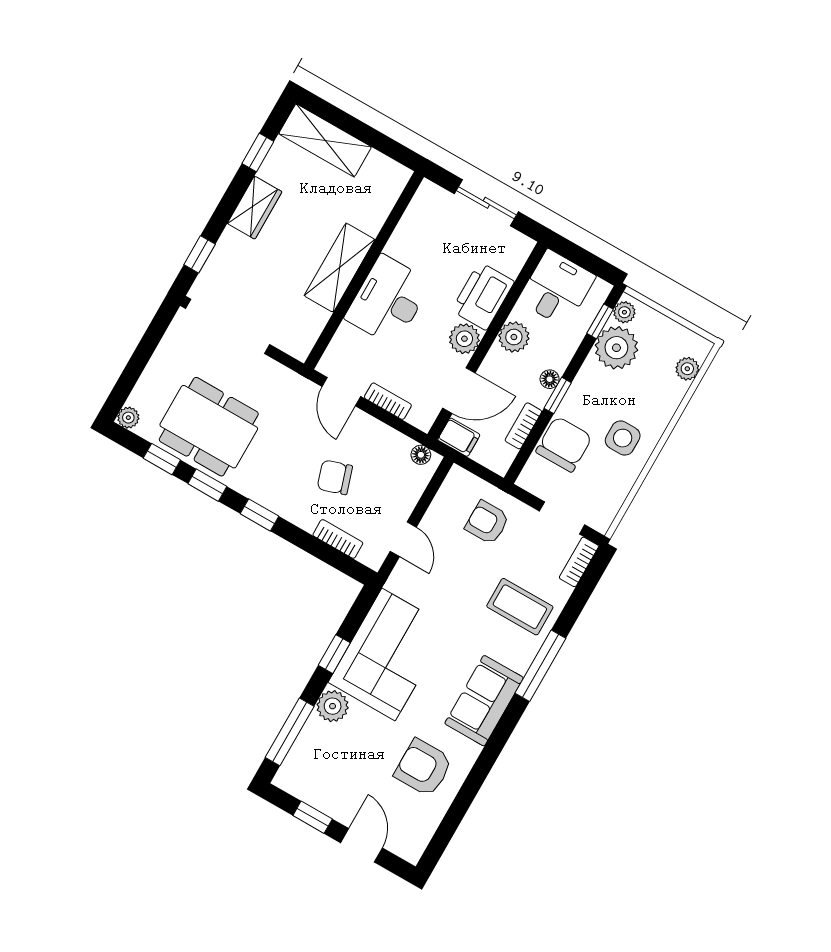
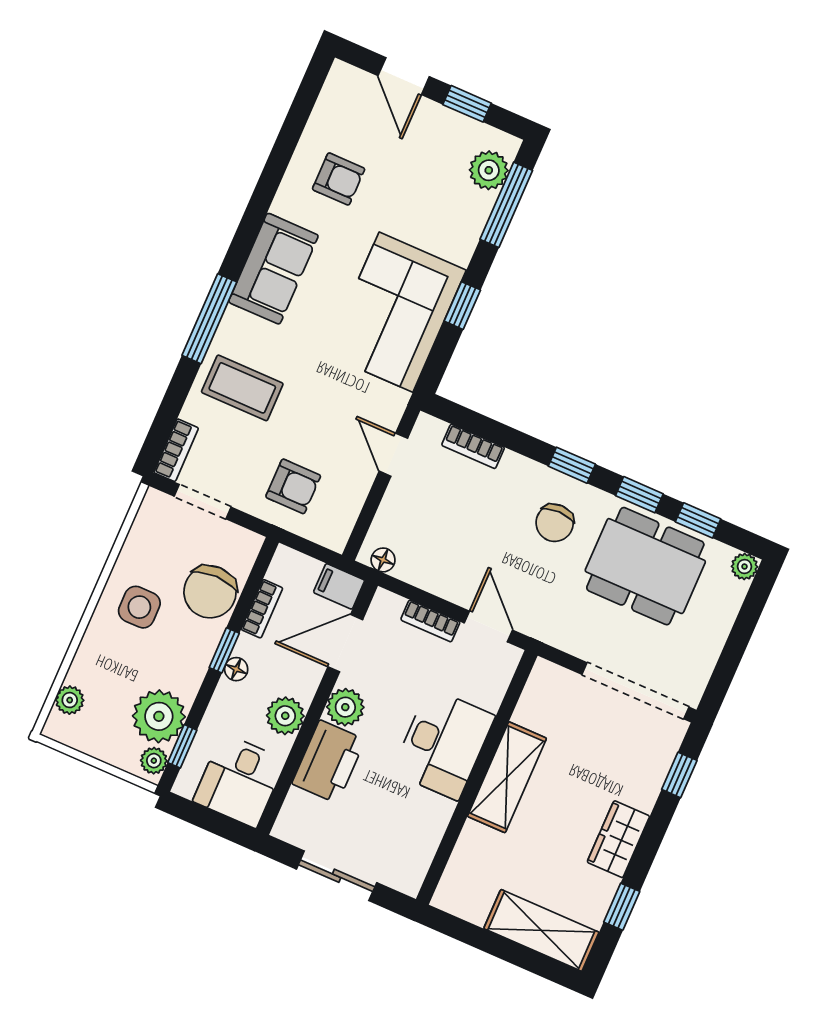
chair: (335, 477) -> (555, 523), moved, turned 108
plant: (333, 706) -> (489, 170), moved
armchair: (423, 768) -> (339, 179), width x0.72, depth x0.72

